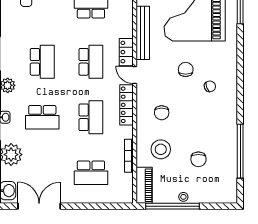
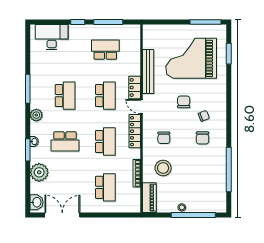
chair: (198, 159) -> (202, 138), moved
school desk: (91, 173) -> (105, 187), turned -90
window: (173, 206) -> (193, 215), moved

